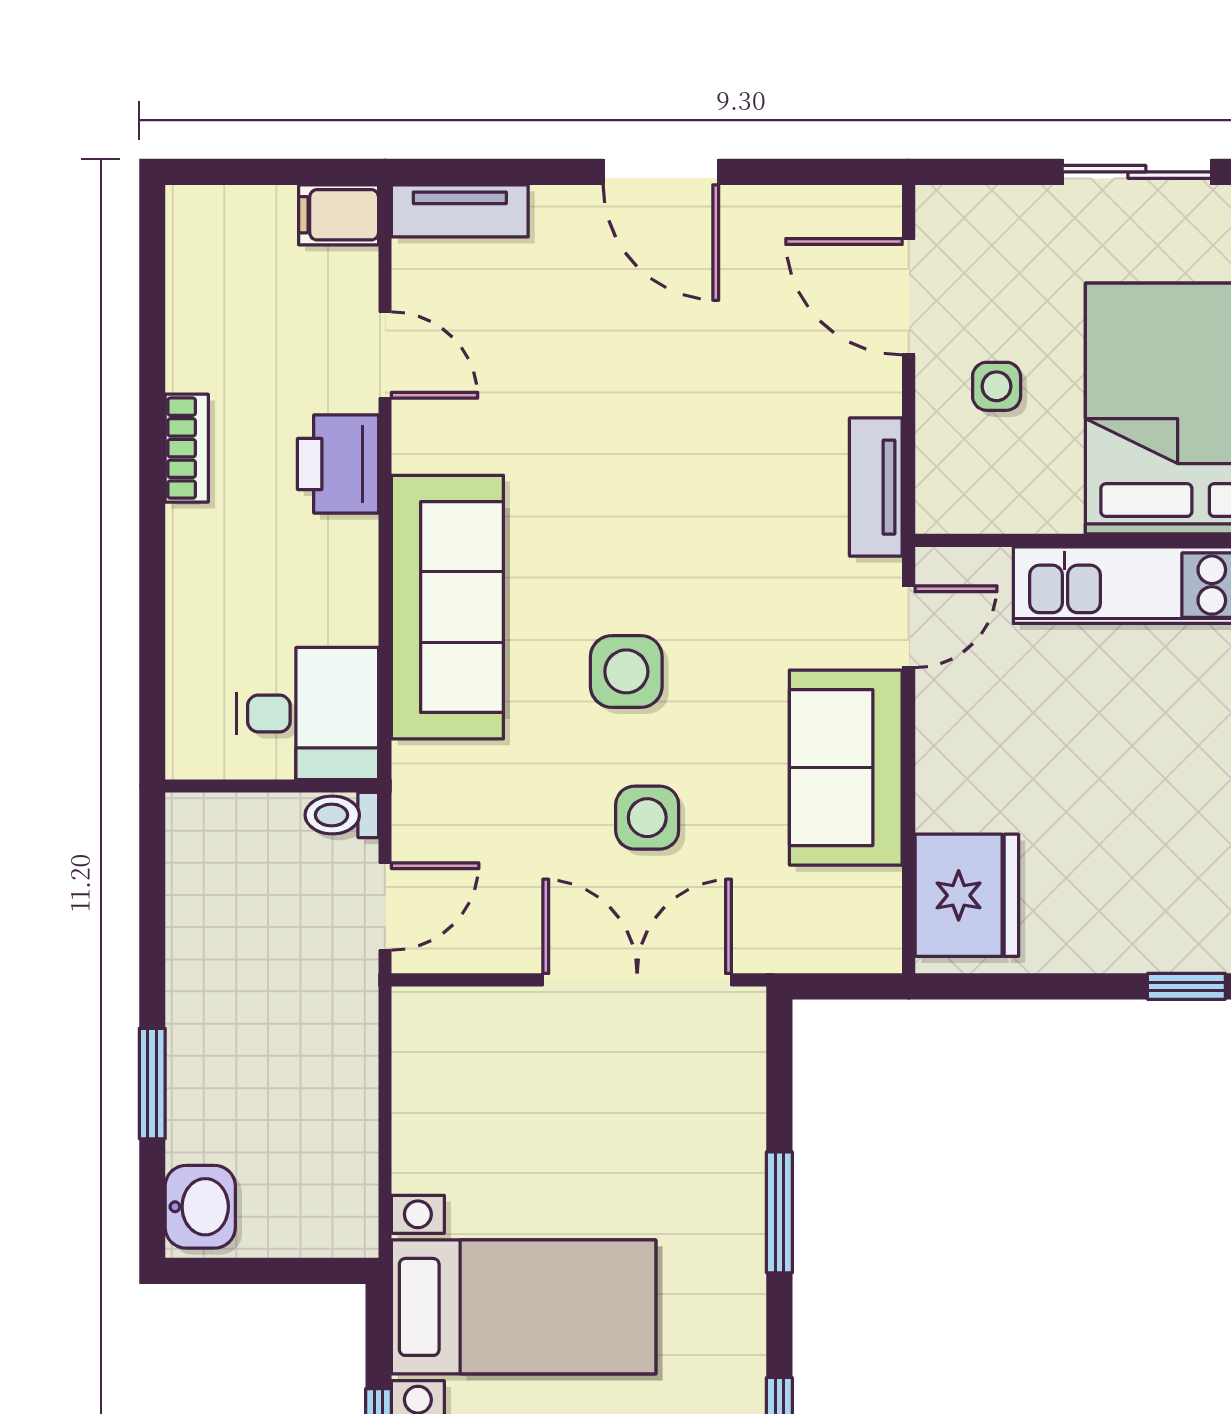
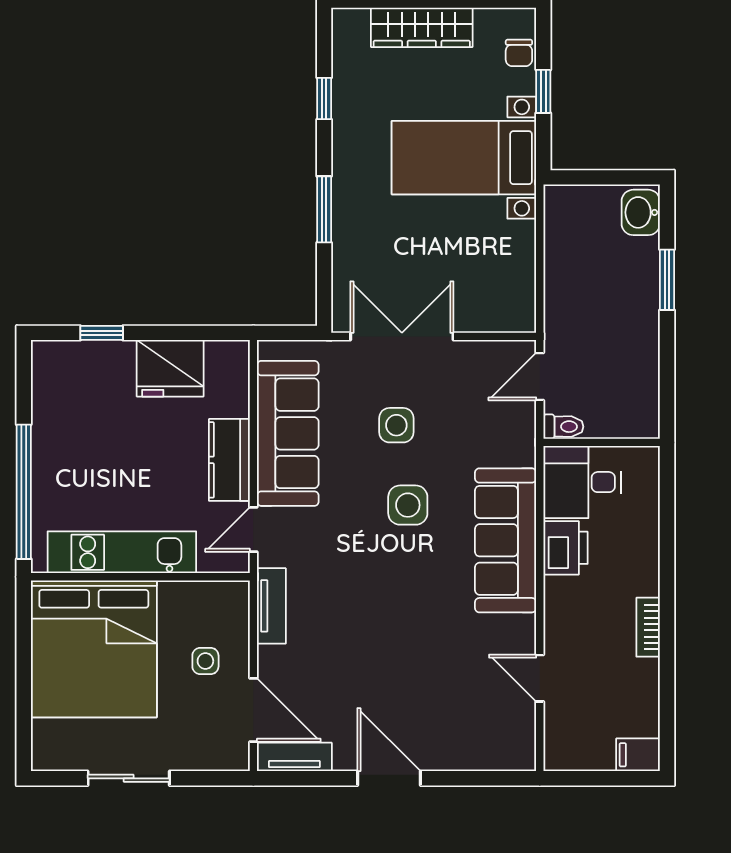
tv unit: (460, 211) -> (294, 757), moved
filing cabinet: (339, 215) -> (638, 755), moved, turned 180
printer: (338, 464) -> (565, 548), moved
kitchen counter: (953, 754) -> (229, 460), added
sofa: (846, 768) -> (288, 433), width x1.36
fridge: (967, 895) -> (170, 368), moved, turned -90
double door: (637, 980) -> (402, 336), swing flipped

